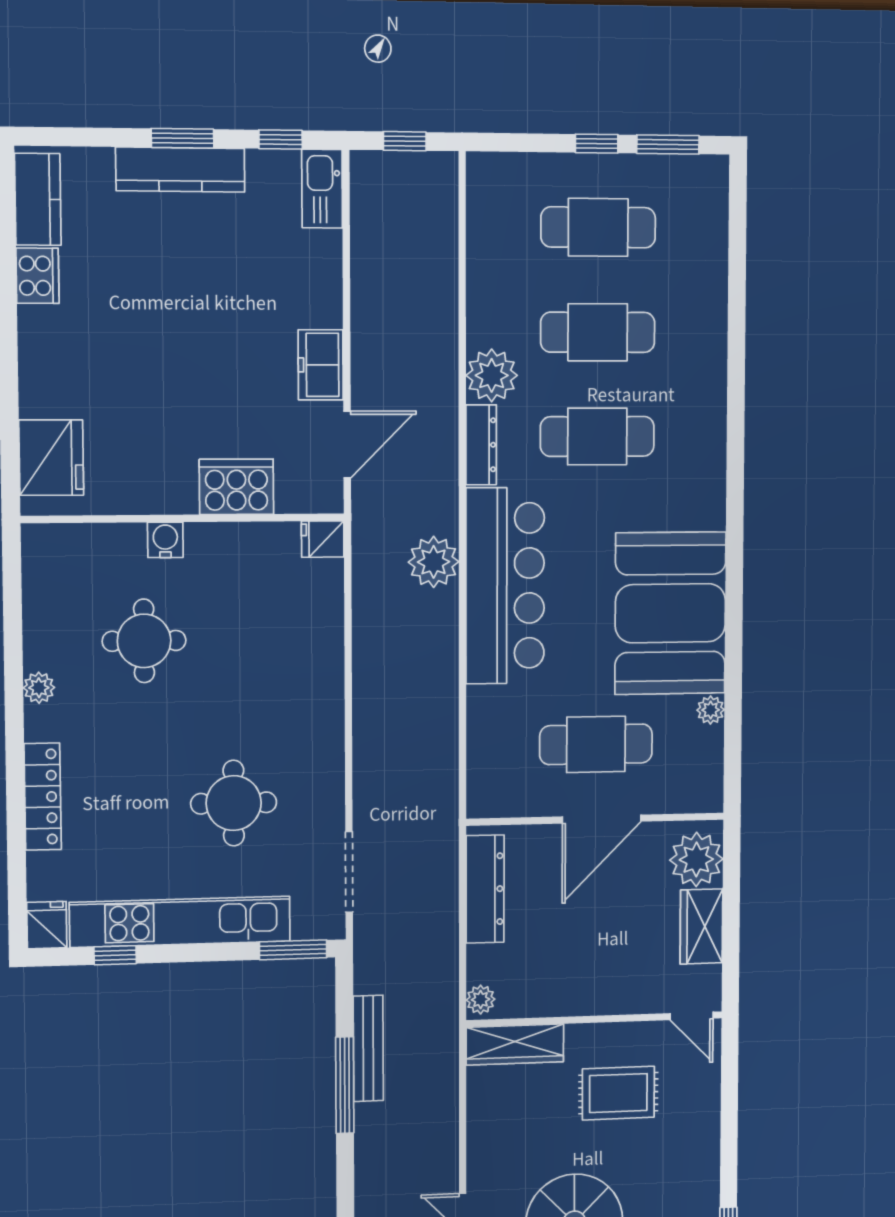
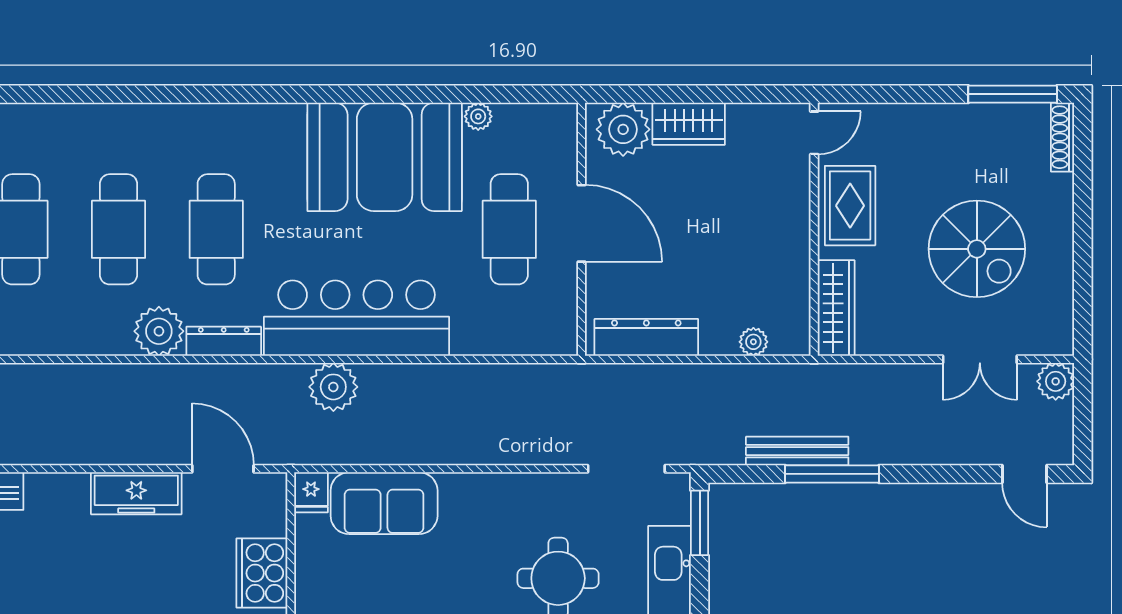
freezer: (321, 365) -> (136, 493), width x1.40
sofa: (312, 617) -> (384, 503), added
door: (692, 1016) -> (814, 133), moved
wall: (595, 1019) -> (814, 229), moved
wardrobe: (515, 1044) -> (836, 308), moved

